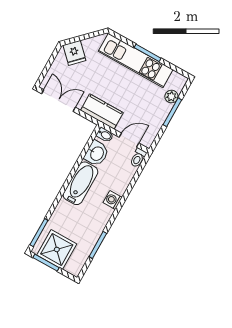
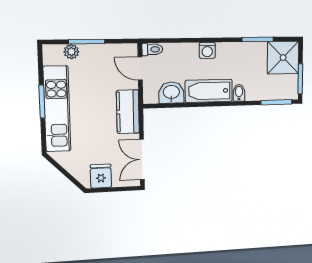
fridge: (74, 53) -> (101, 176), moved, turned -45
bidet: (105, 135) -> (239, 93), moved
shower: (57, 249) -> (283, 58), moved

